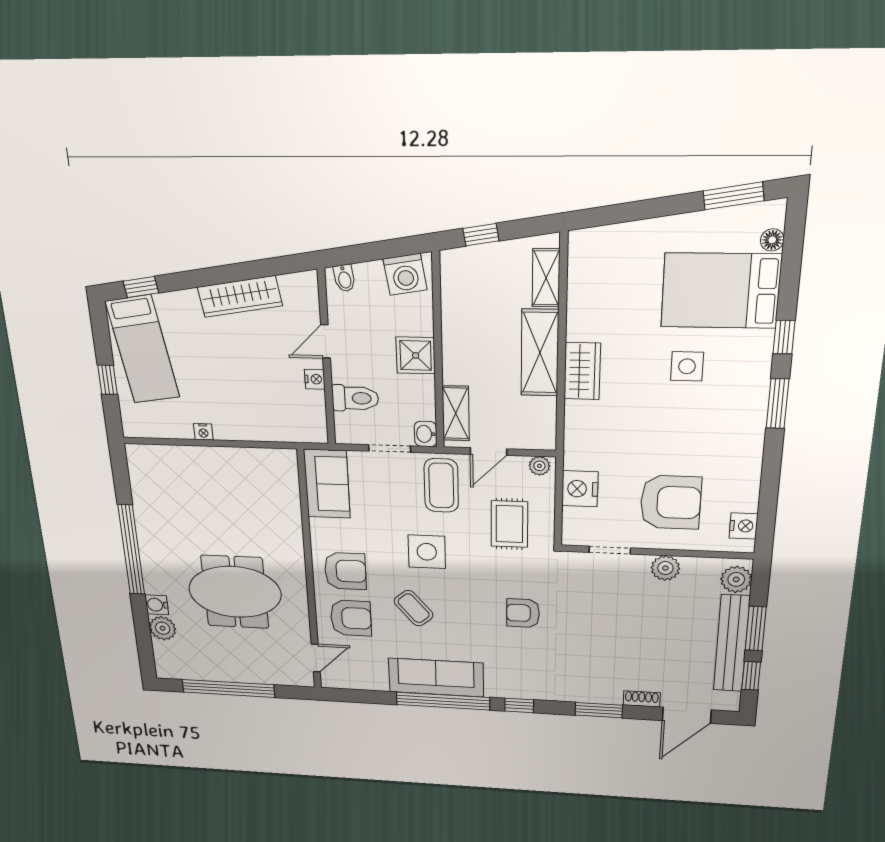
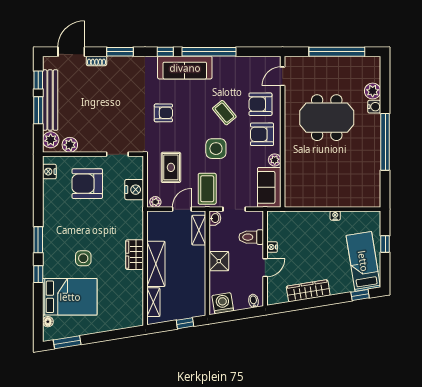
plant: (320, 529) -> (275, 160), added
plant: (665, 568) -> (70, 145), moved
sofa: (436, 677) -> (185, 68), moved

